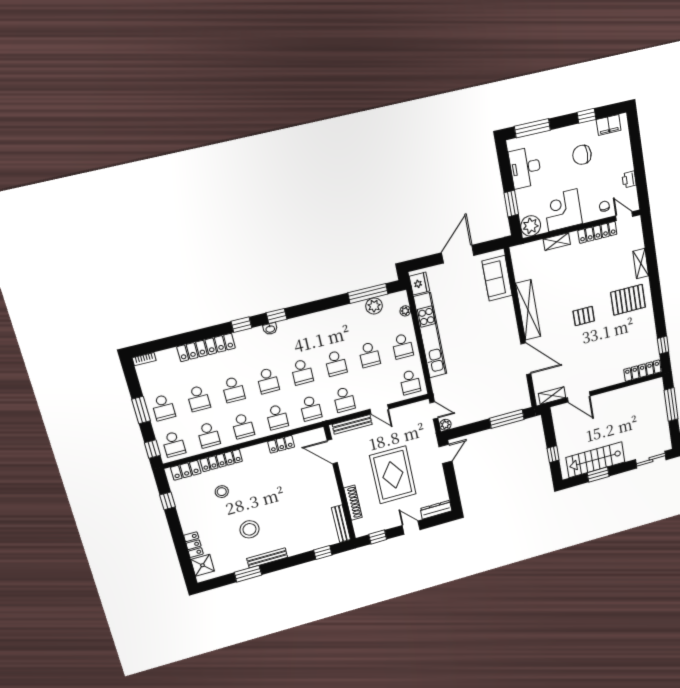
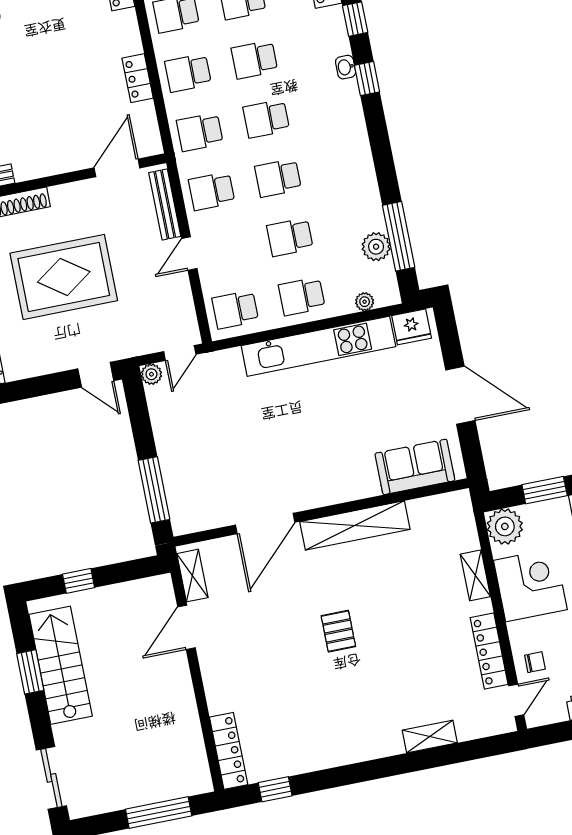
pallet: (628, 300) -> (364, 715), removed

